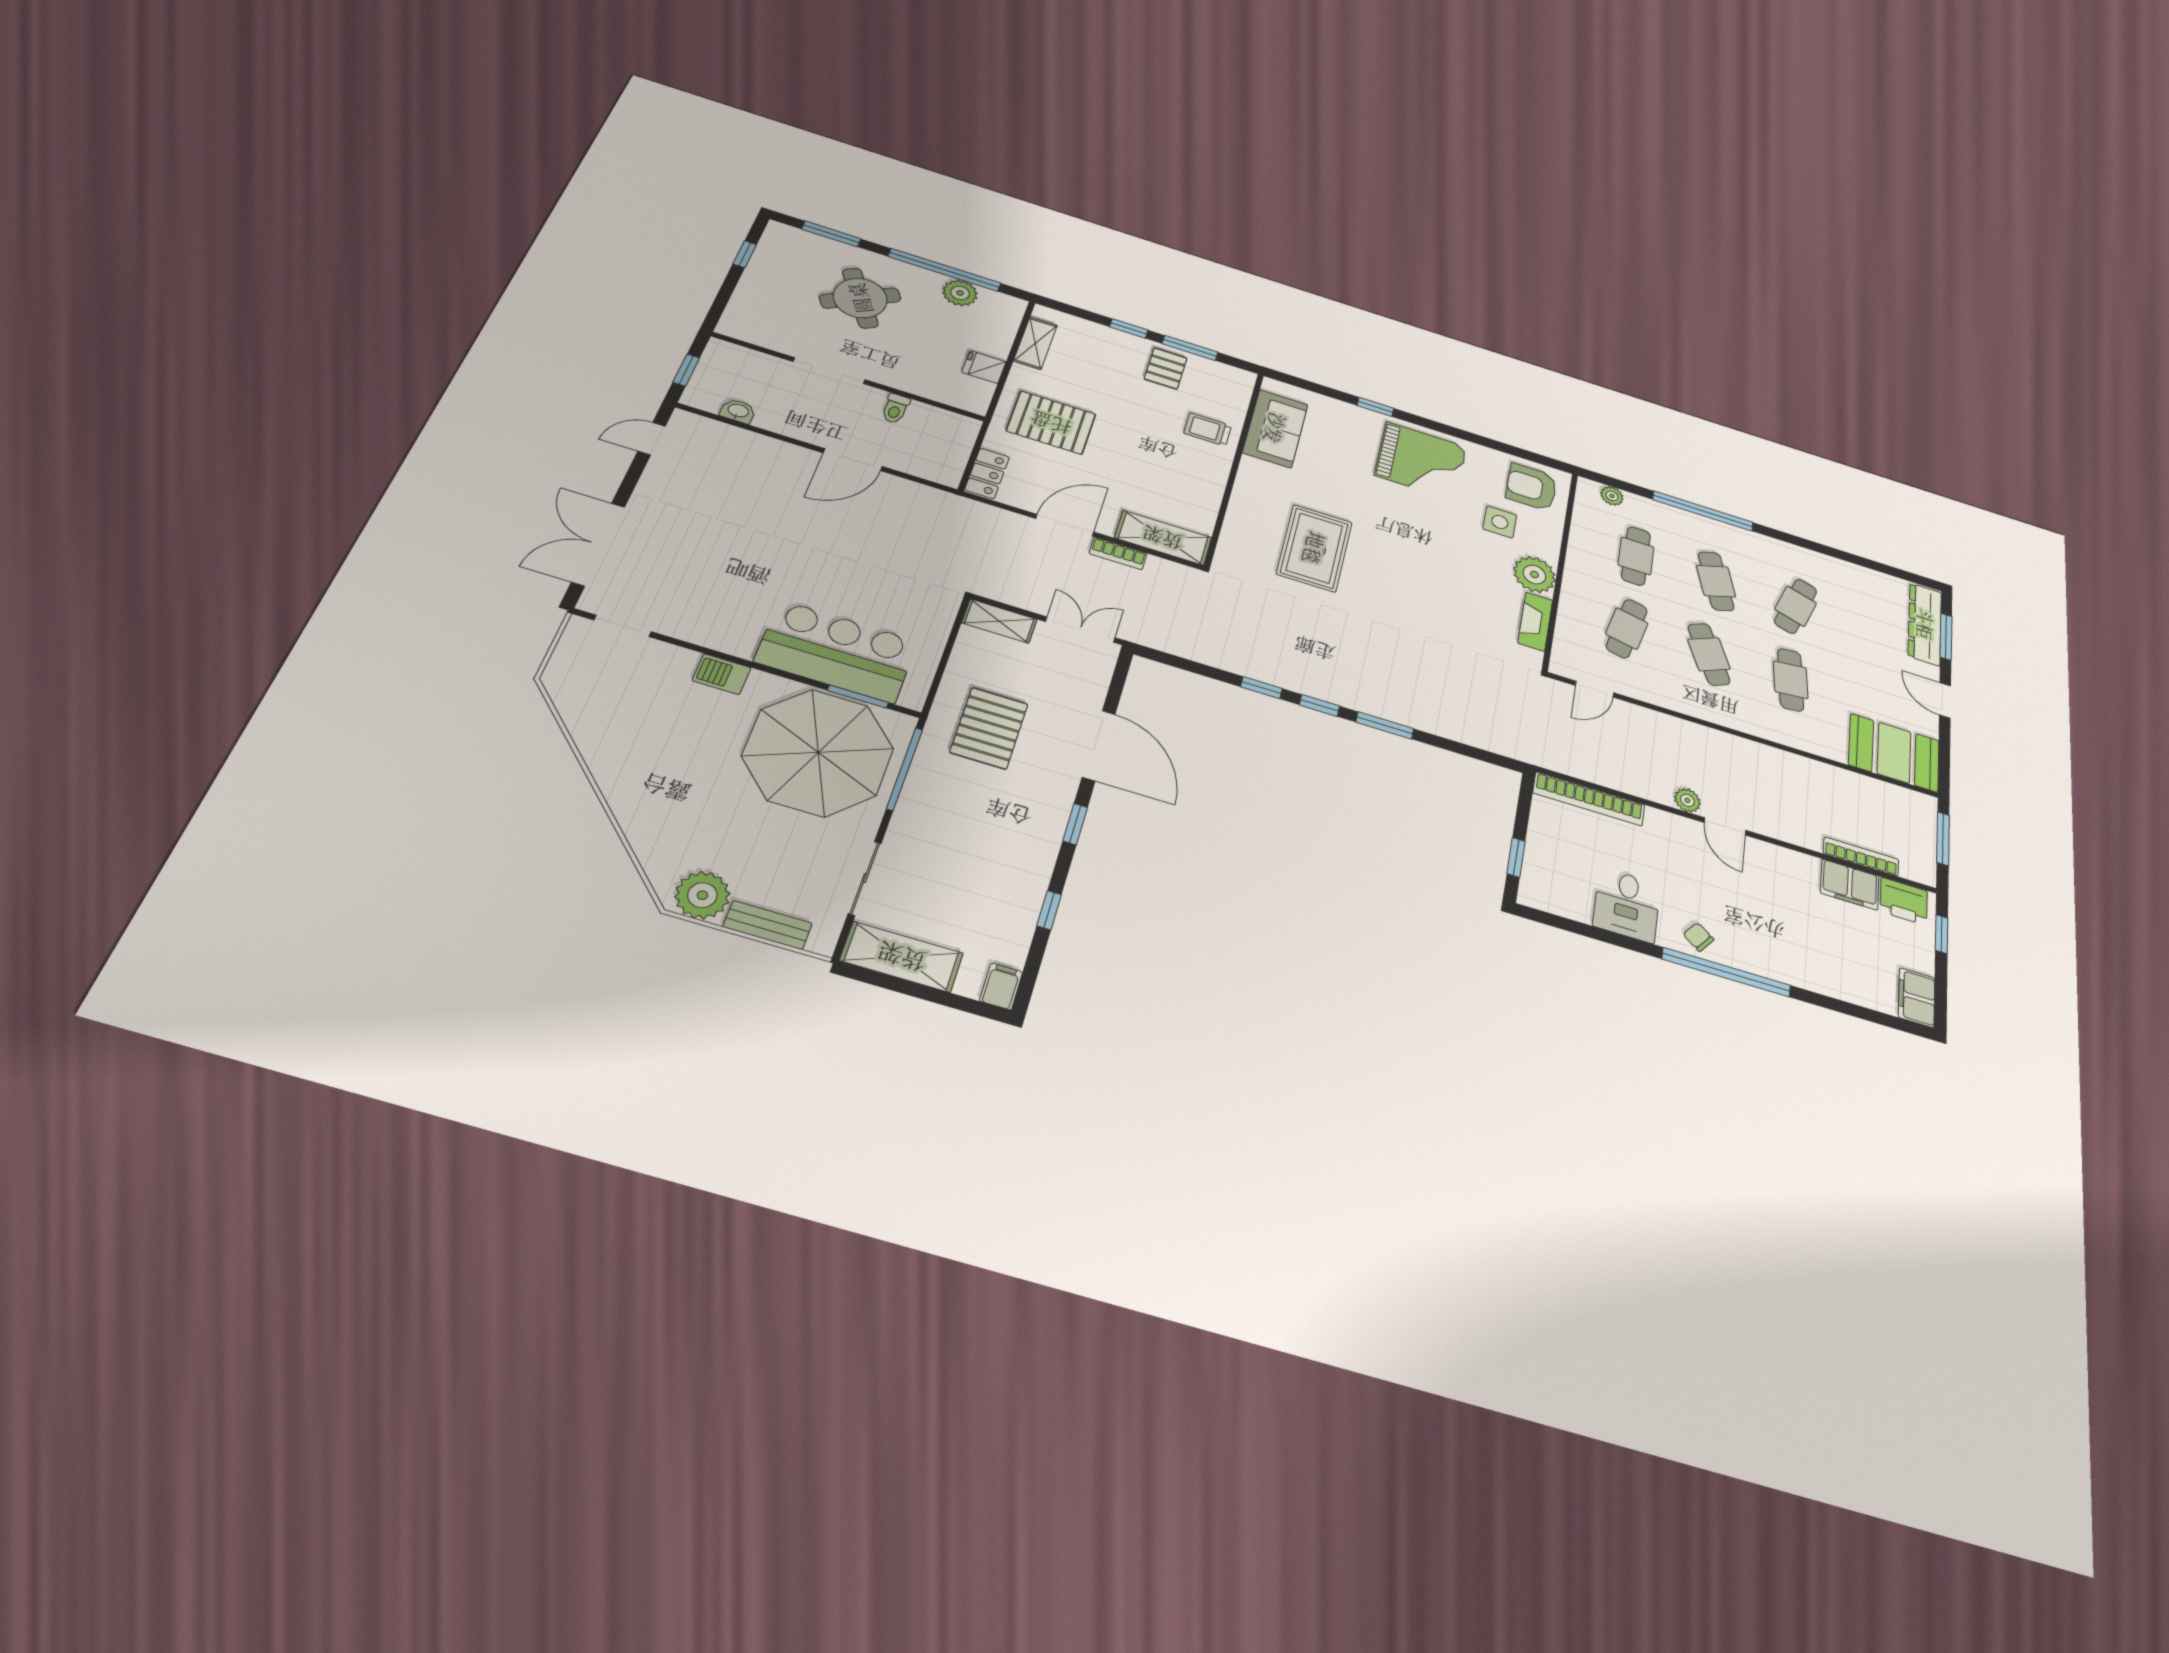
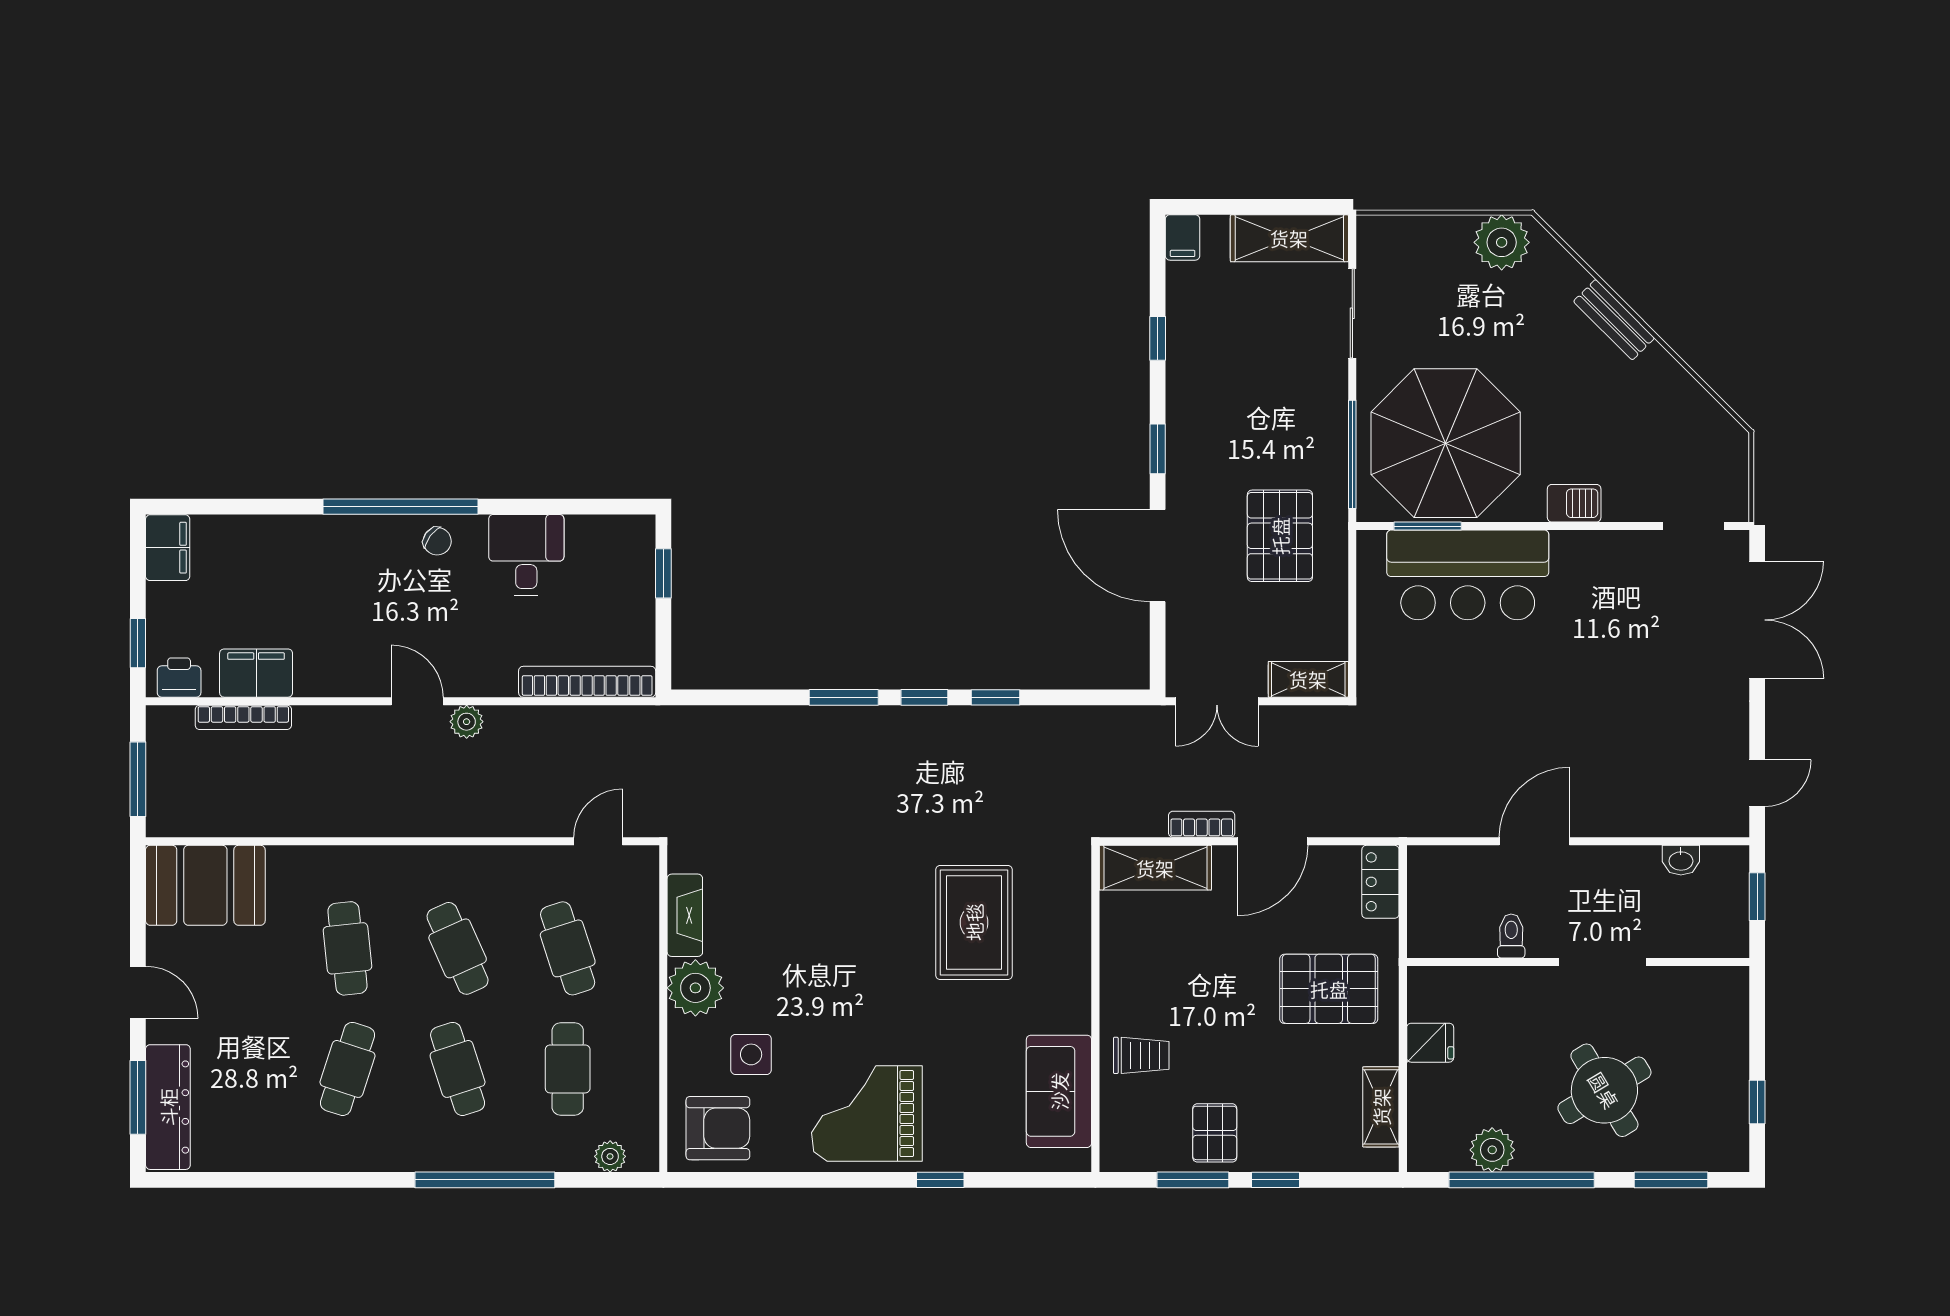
cafe table: (1627, 629) -> (568, 948), turned -30
printer: (1904, 901) -> (179, 678), width x0.73, depth x0.81
bench: (768, 925) -> (1614, 320), moved, turned 45

